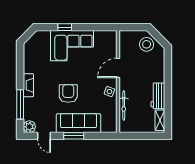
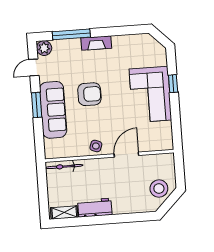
door: (118, 68) -> (126, 155), hinge flipped
bicycle: (124, 105) -> (64, 167), moved

